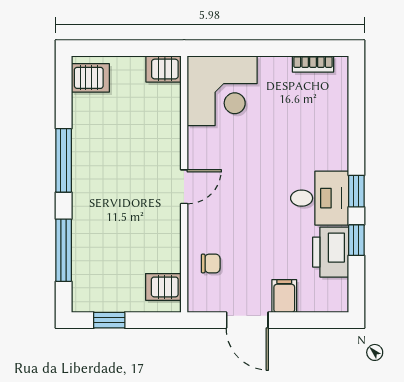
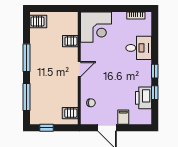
server rack: (163, 69) -> (70, 41), moved
desk: (320, 198) -> (139, 48), moved

